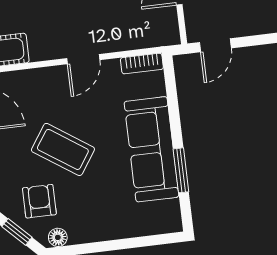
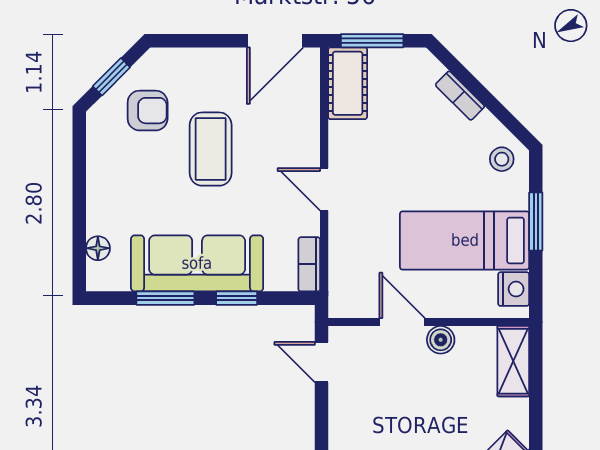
window: (174, 116) -> (237, 298), added
coffee table: (63, 149) -> (211, 149), turned -34
floor lamp: (58, 237) -> (98, 248), moved

